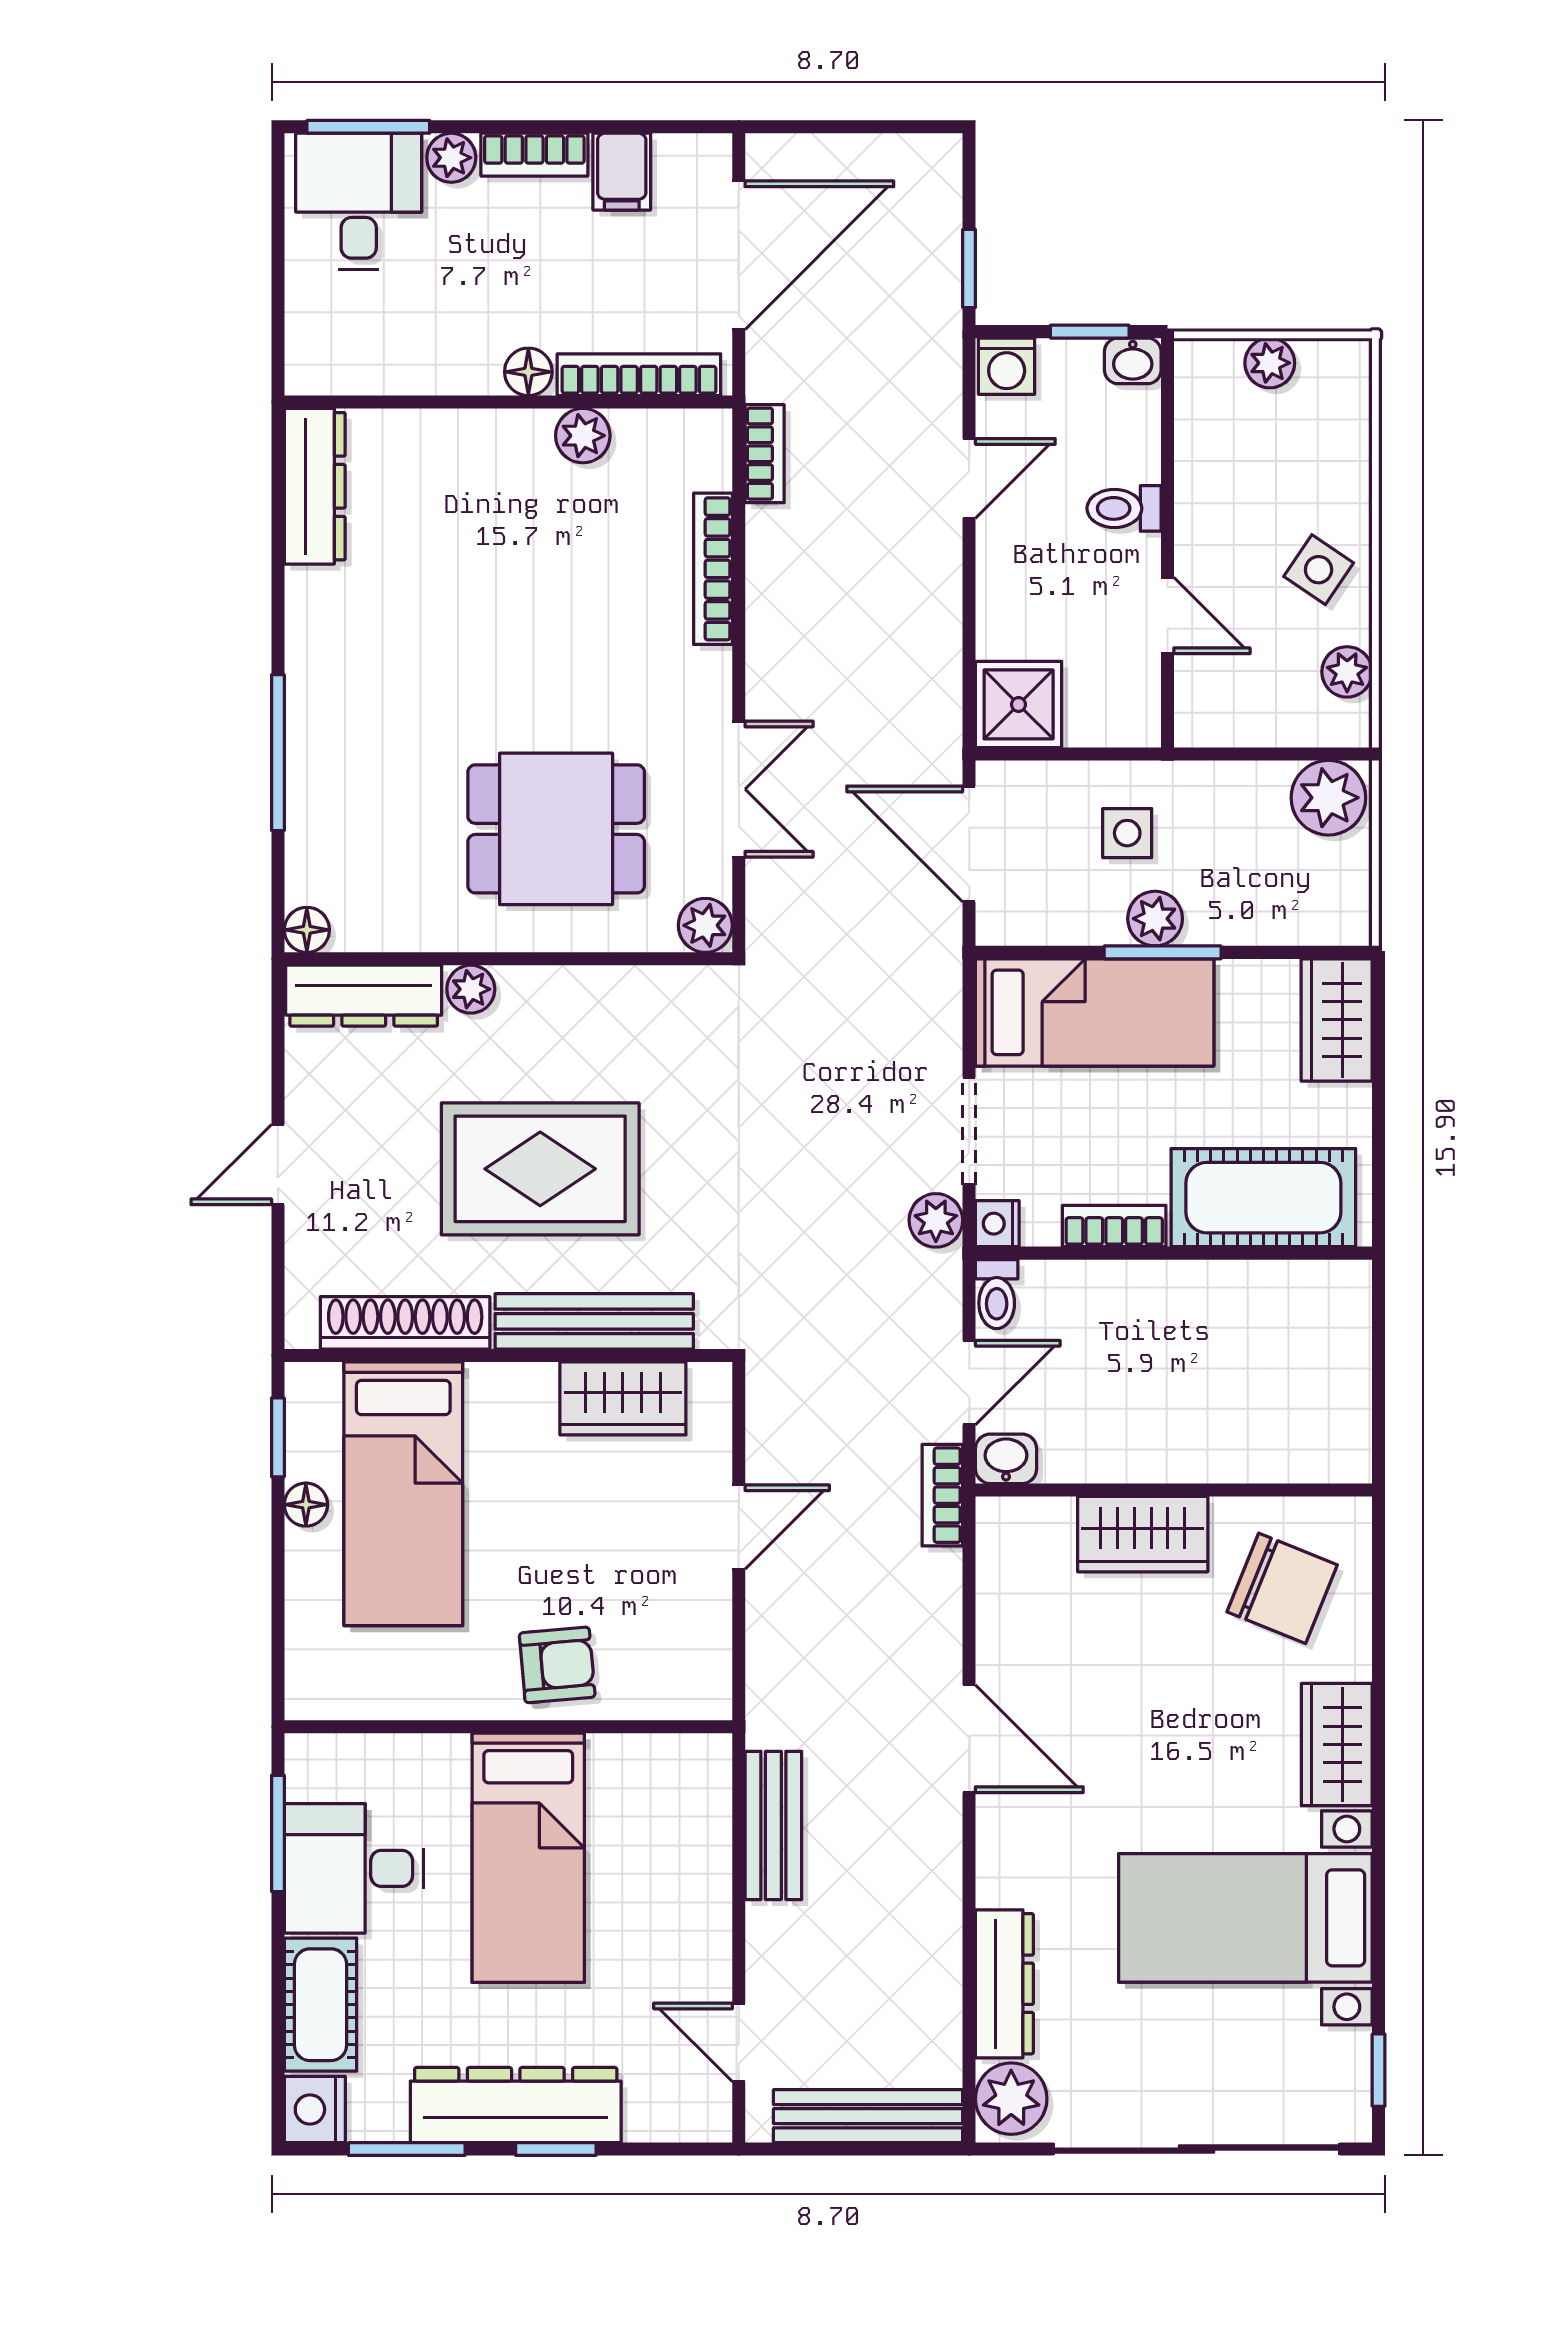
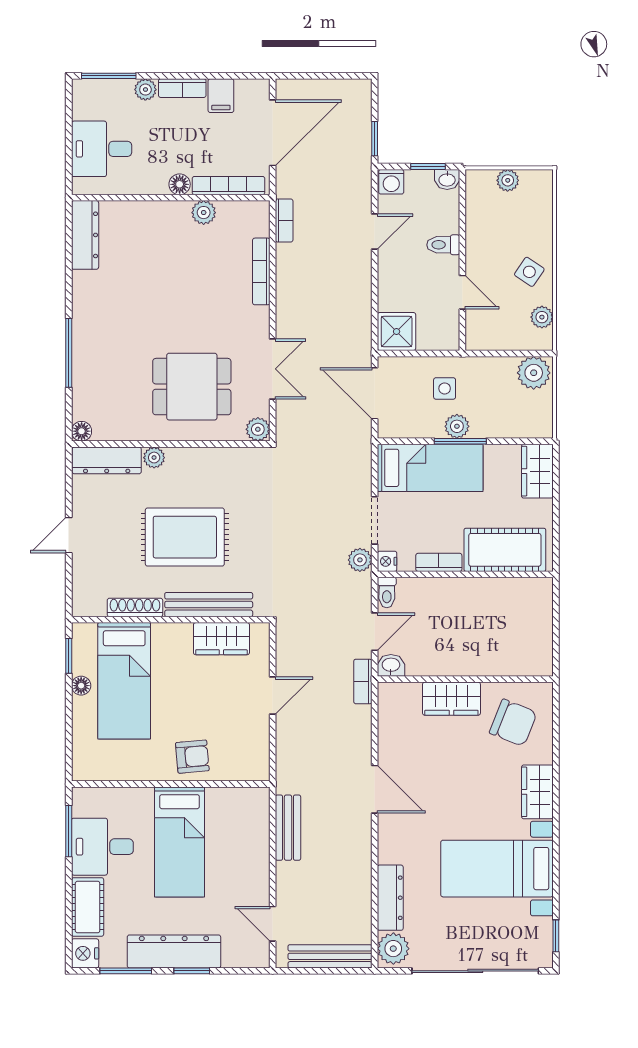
desk: (359, 201) -> (102, 149), moved, turned -90
shoe rack: (405, 1323) -> (135, 607), width x0.74, depth x0.81

